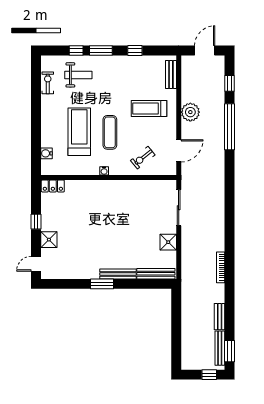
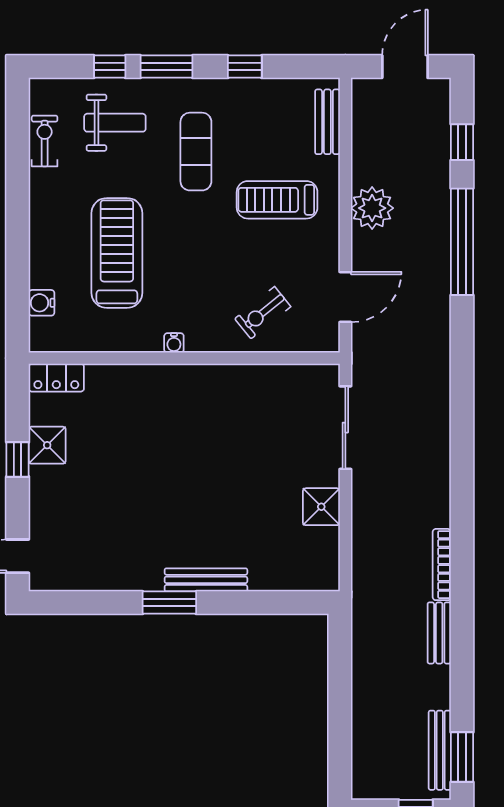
exercise mat: (110, 132) -> (196, 152), moved
shower: (49, 240) -> (47, 445), moved
bench: (156, 274) -> (293, 579), removed
bench: (220, 317) -> (439, 633), moved

